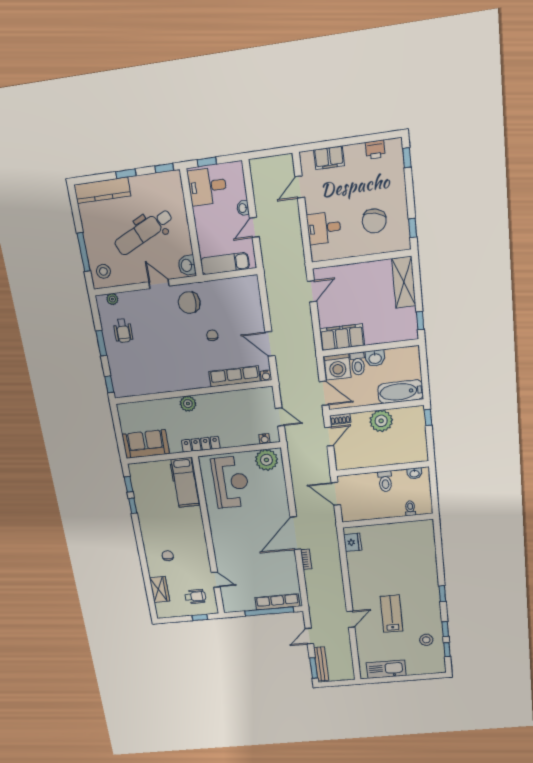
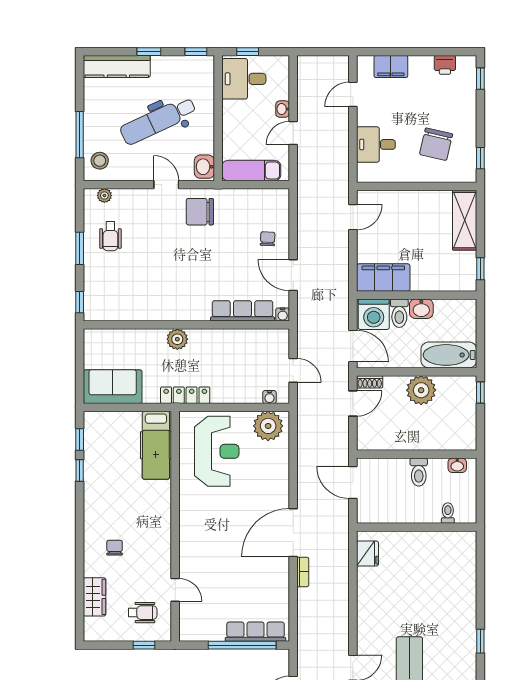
chair: (212, 335) -> (268, 239), moved

